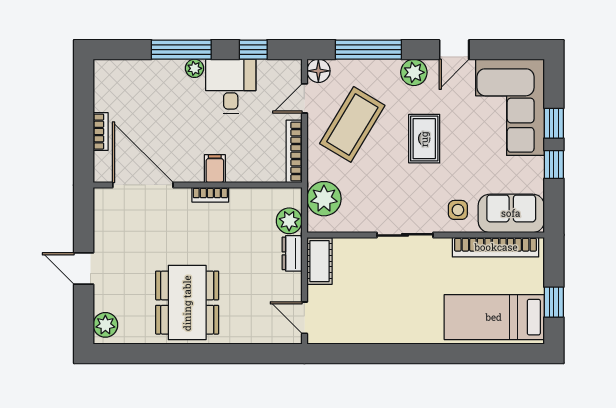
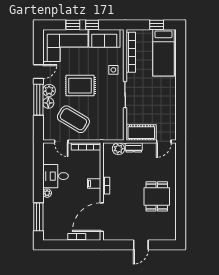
window: (181, 50) -> (38, 217), moved
window: (253, 50) -> (38, 166), removed
window: (368, 50) -> (38, 100), moved
door: (454, 50) -> (38, 72), hinge flipped
floor lamp: (318, 71) -> (48, 103), moved
rug: (424, 139) -> (80, 86), width x1.36, depth x1.43
plant: (324, 199) -> (108, 132), removed
sofa: (511, 213) -> (104, 38), moved, turned -90
cot: (319, 261) -> (141, 133), width x1.37, depth x1.34
dining table: (187, 303) -> (157, 196), width x0.73
plant: (105, 325) -> (167, 235), removed

